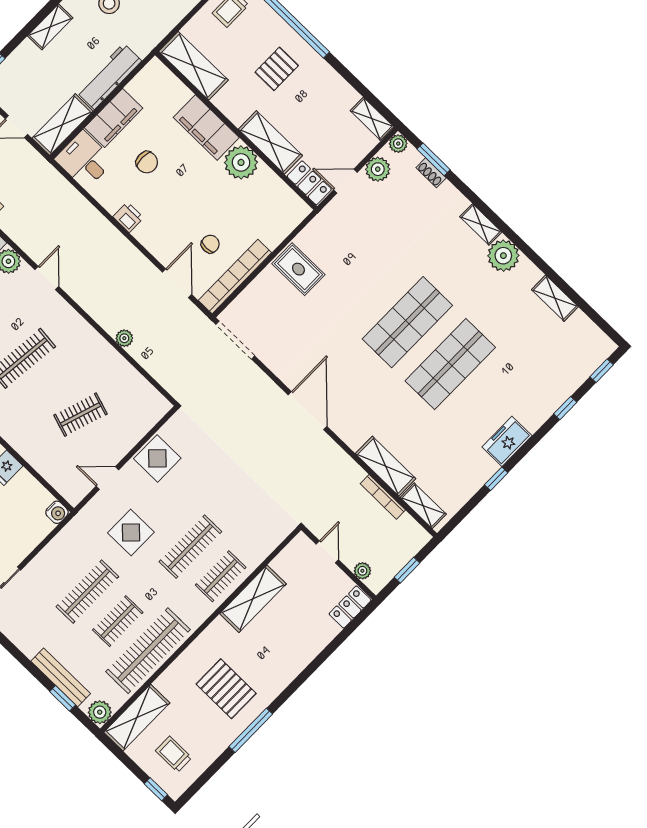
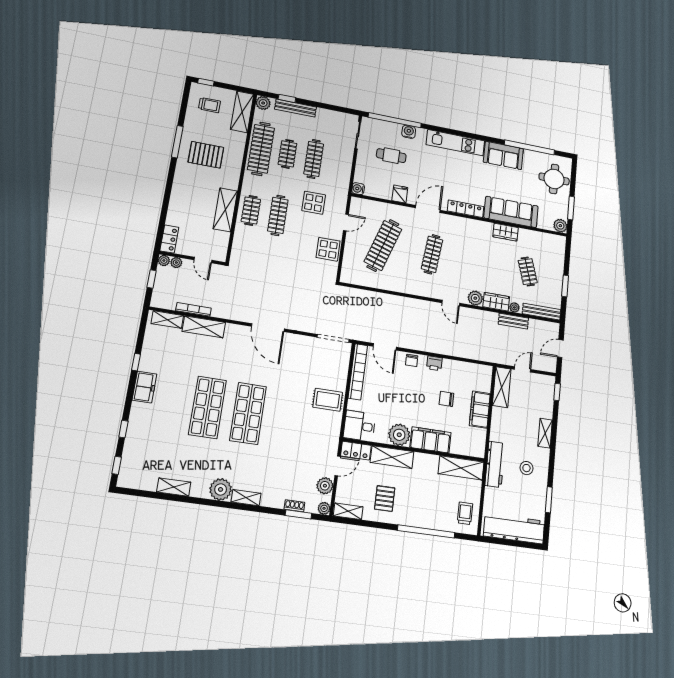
pallet: (277, 69) -> (385, 498), moved
workbench: (109, 76) -> (495, 464), moved
desk: (85, 160) -> (359, 426), moved, turned 180
chair: (210, 244) -> (412, 360), moved
plant: (124, 338) -> (164, 261), moved
clothes rail: (80, 415) -> (383, 245), width x1.86, depth x1.31

